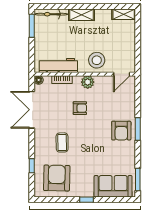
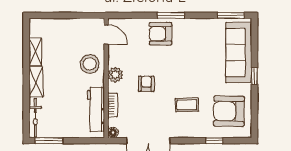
shelving: (124, 14) -> (35, 52), moved
armchair: (121, 131) -> (161, 34), moved, turned 180
sofa: (113, 186) -> (239, 53), width x1.36

